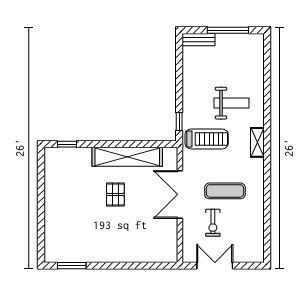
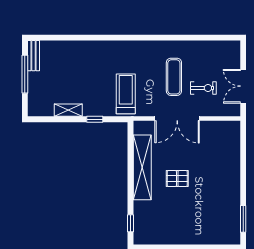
bench: (199, 40) -> (34, 56), moved
weight bench: (231, 103) -> (92, 71), removed
window: (179, 122) -> (95, 119), moved
shelving: (257, 142) -> (68, 110), moved

